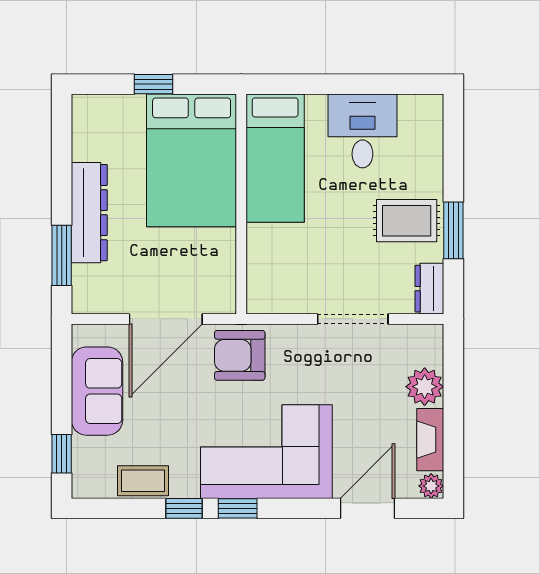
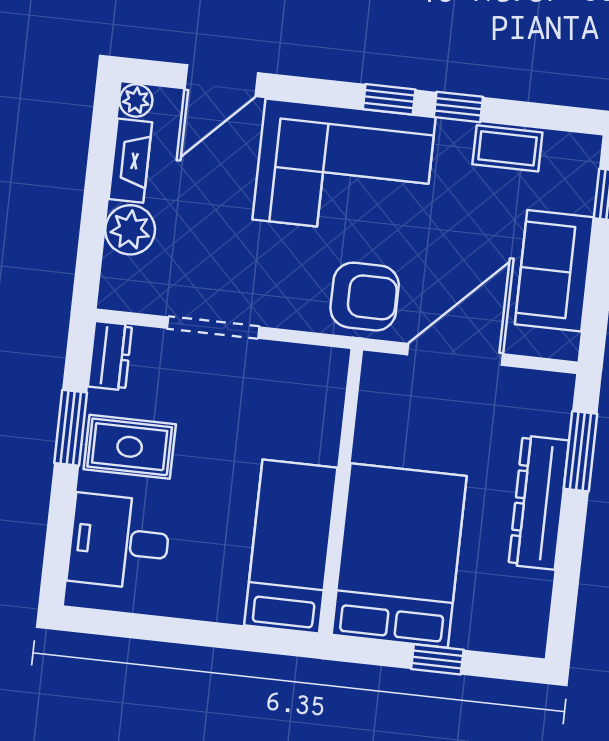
desk: (362, 131) -> (119, 542), moved, turned 90

